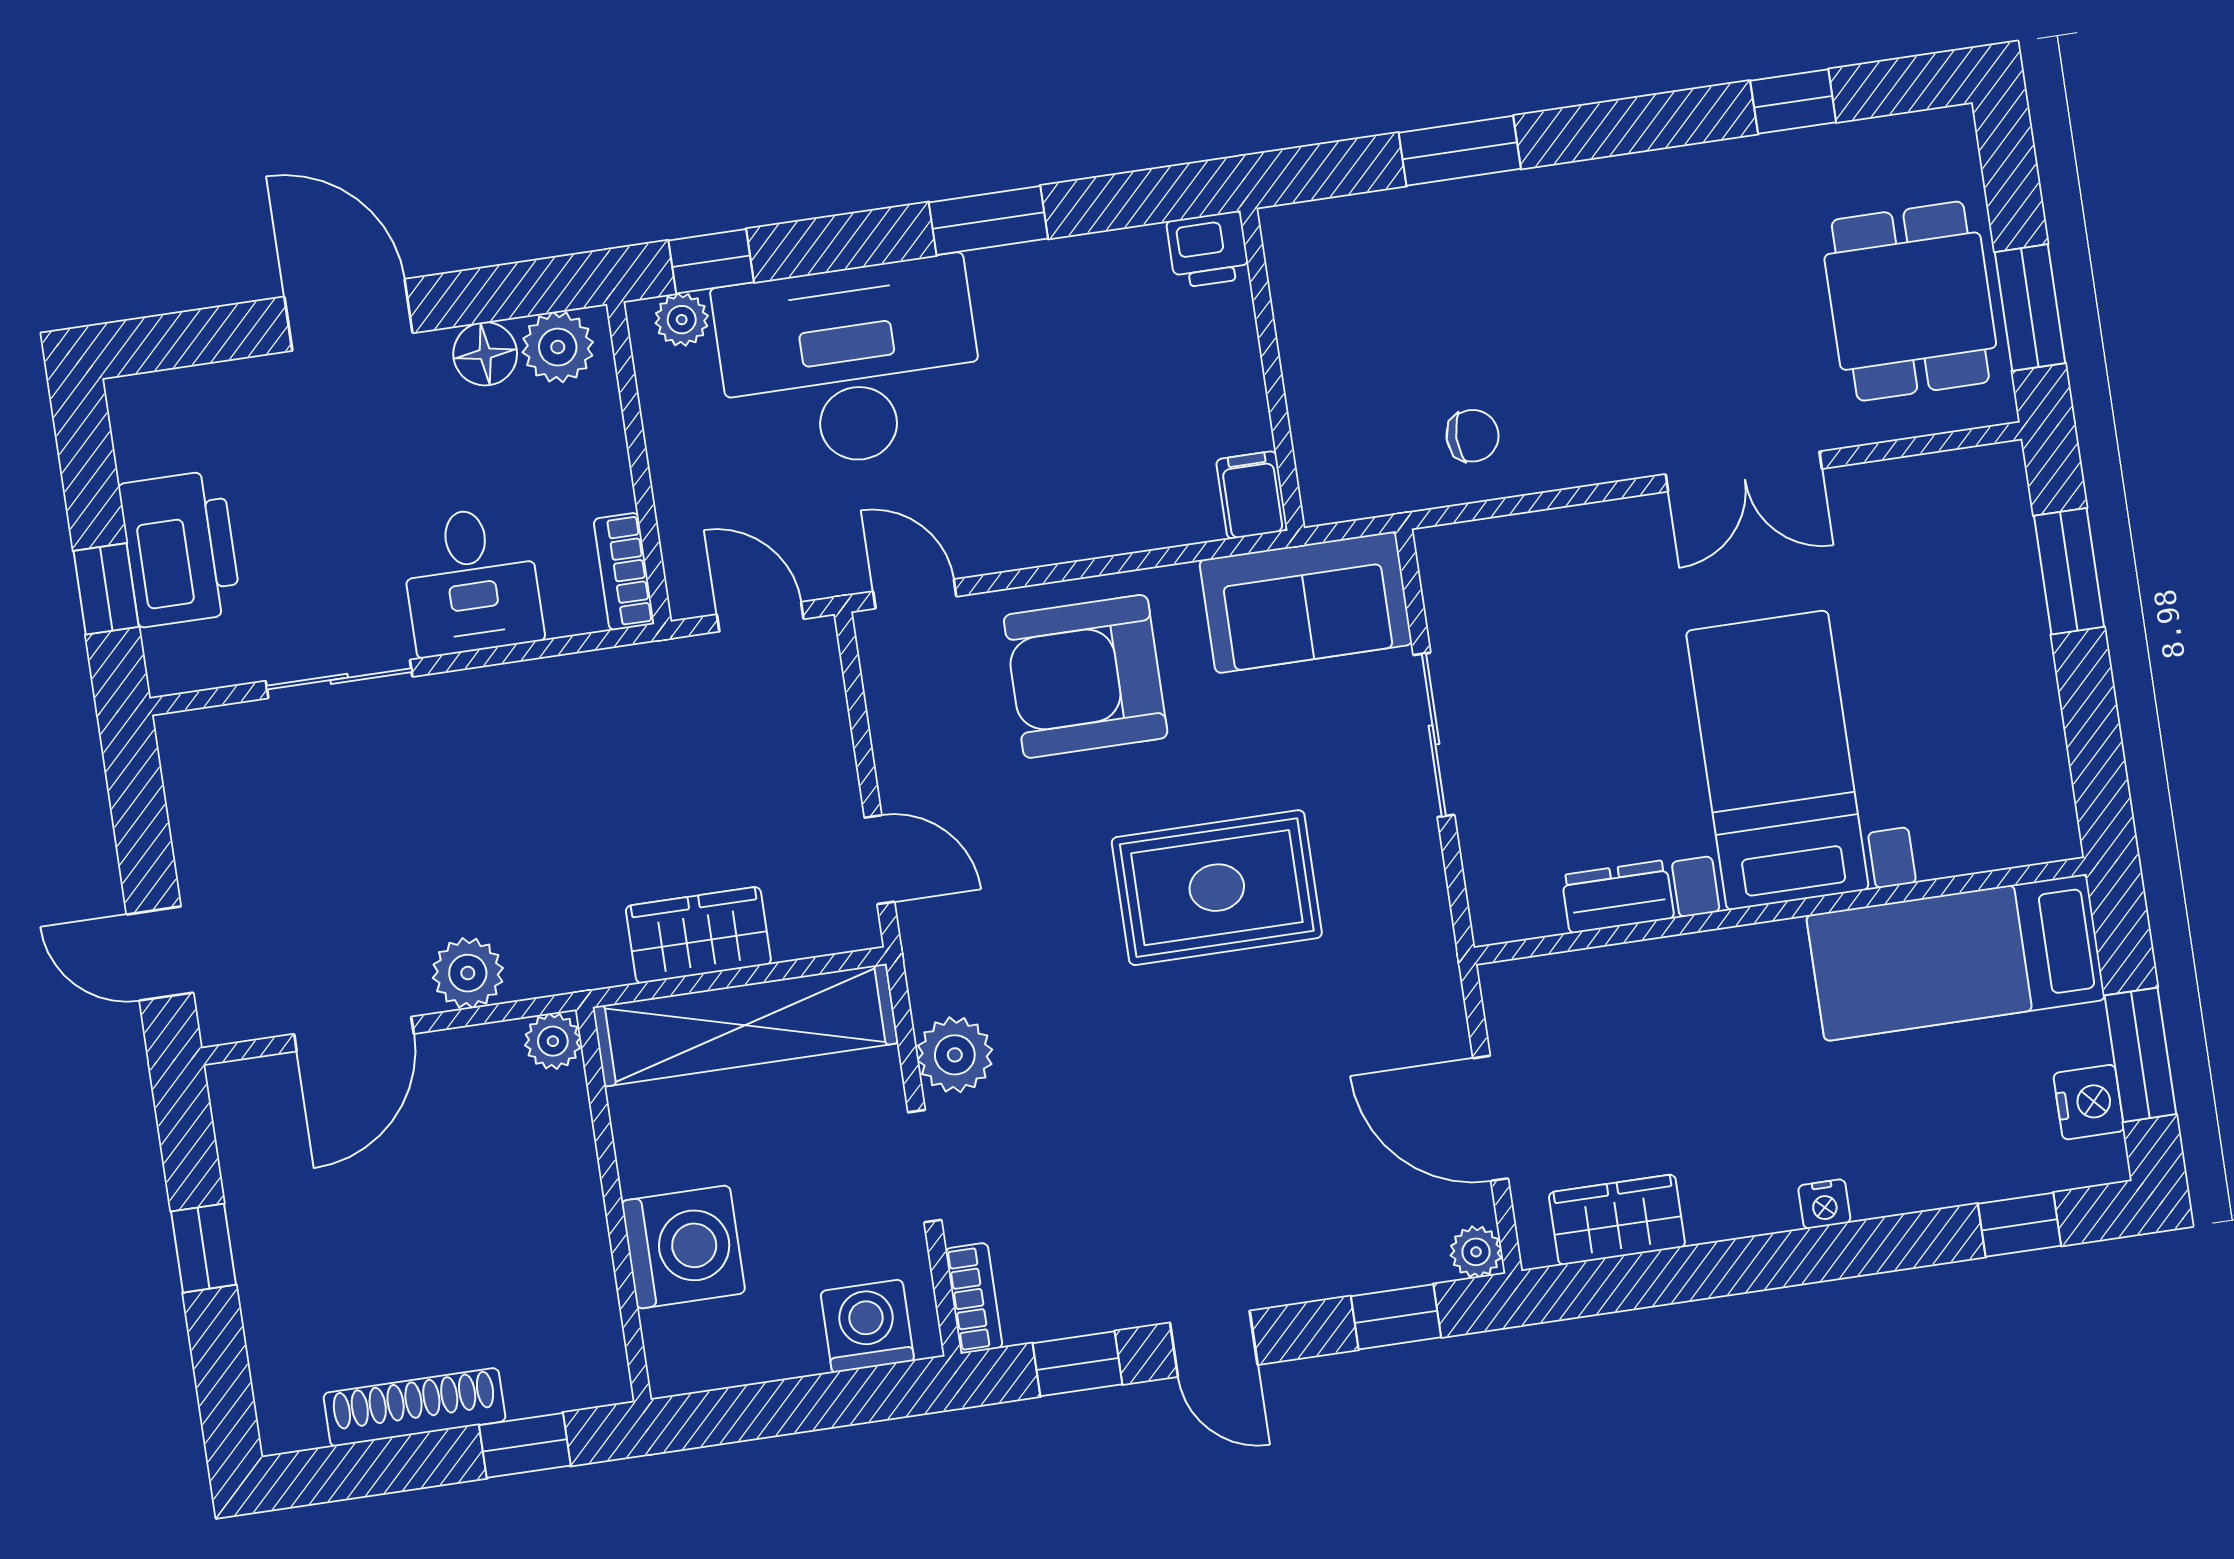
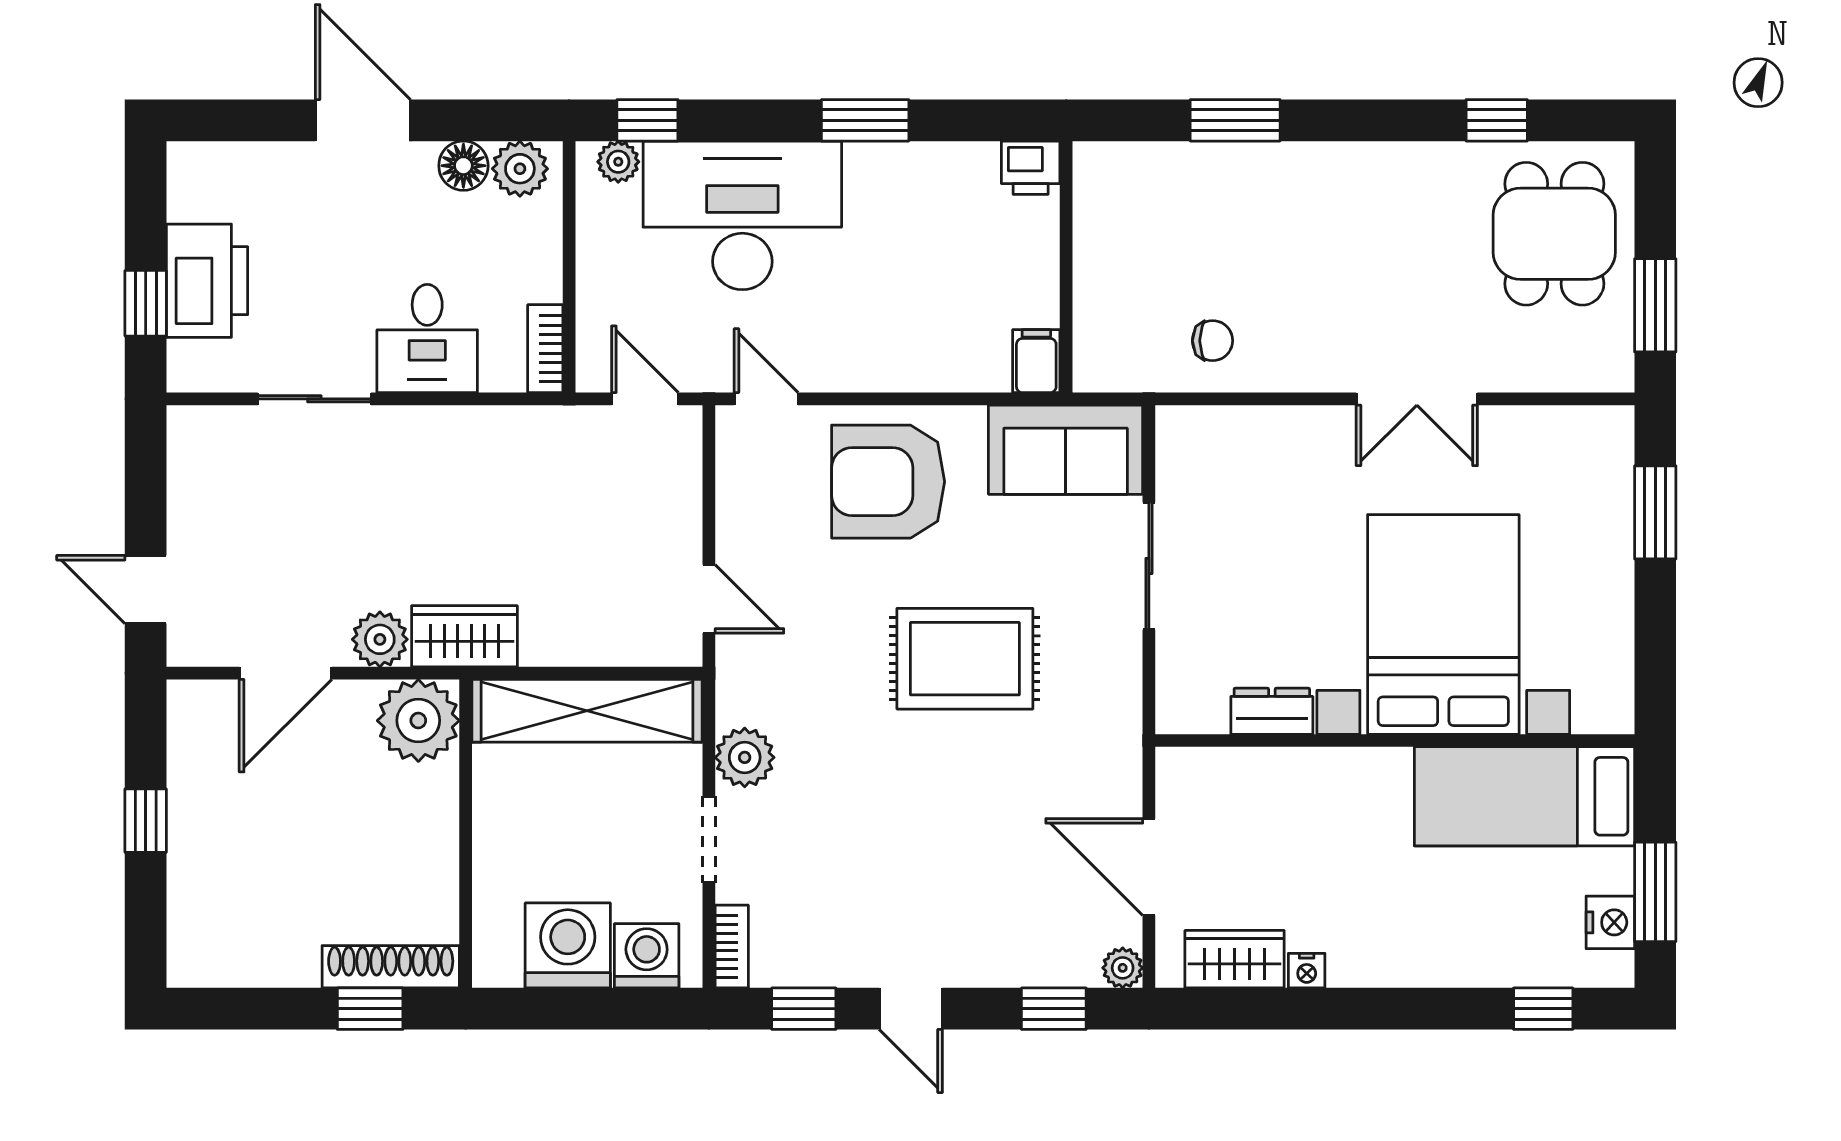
dining table: (1910, 301) -> (1554, 234), moved
bed with nightstands: (1777, 760) -> (1443, 624), width x1.36
wardrobe: (698, 935) -> (464, 636), moved
plant: (553, 1041) -> (418, 721), width x1.88, depth x1.88
nightstand: (1824, 1204) -> (1307, 971), moved
washing machine: (683, 1247) -> (568, 945), moved, turned -90
shoe rack: (414, 1407) -> (391, 967), moved

